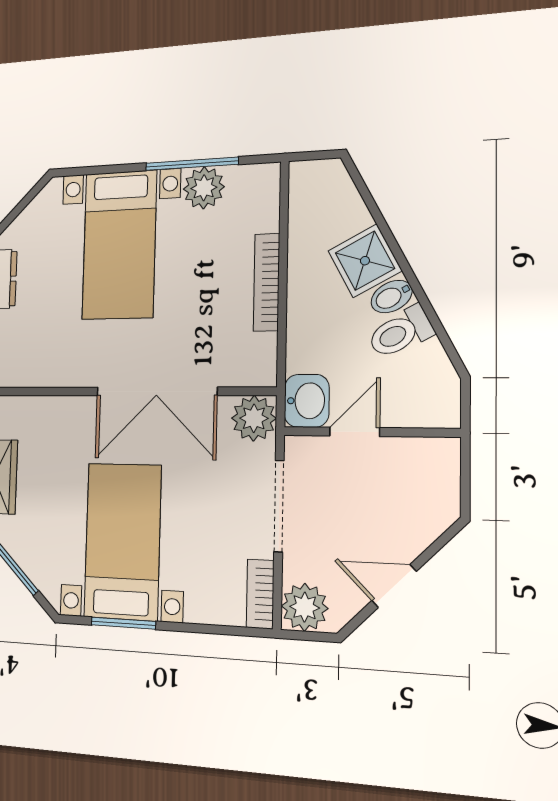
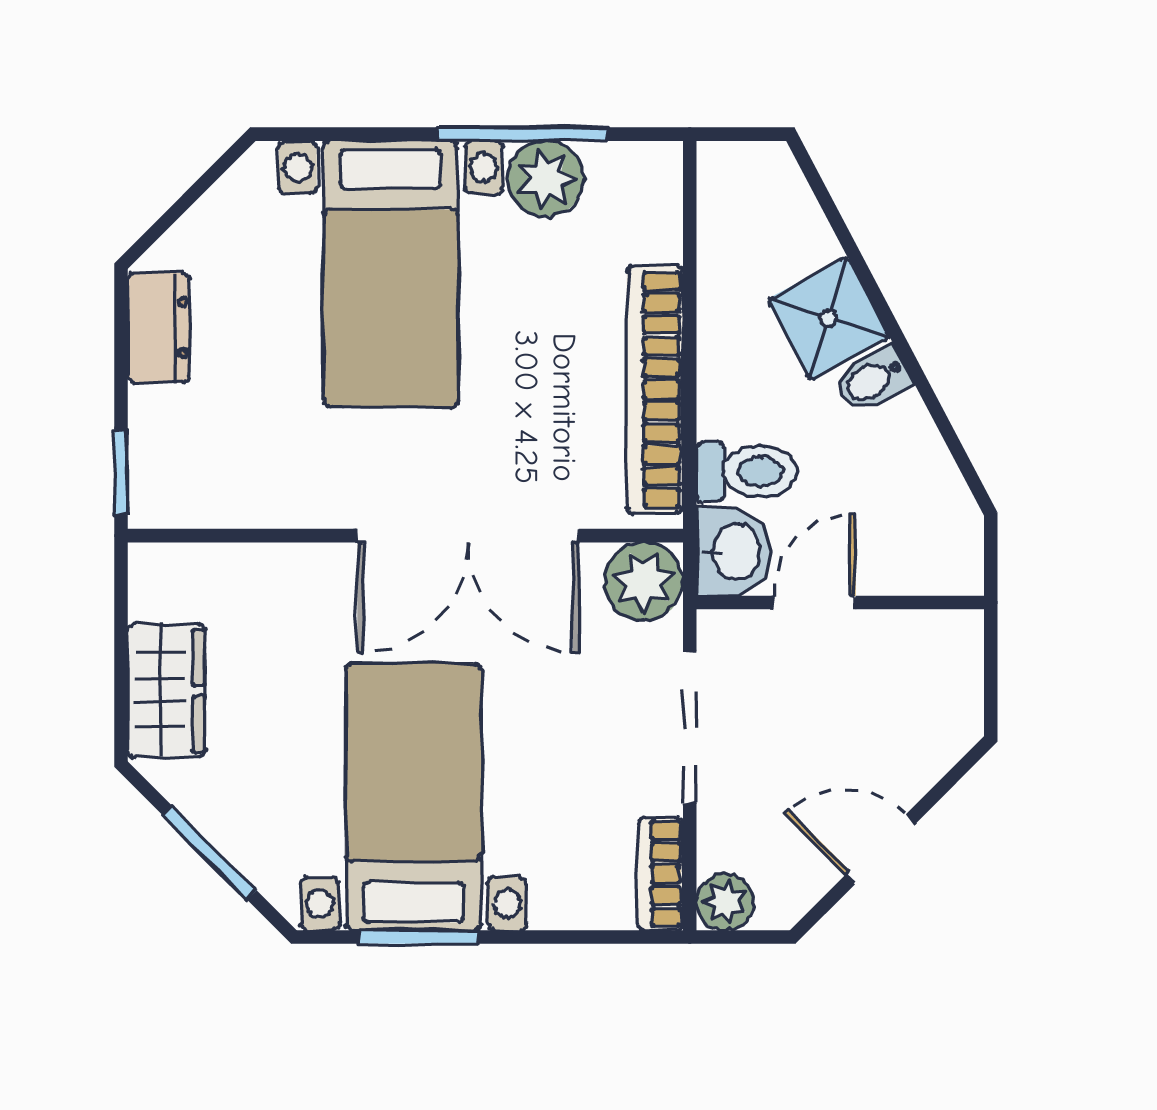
bookcase: (267, 282) -> (655, 390), width x1.48, depth x1.31
toilet: (400, 332) -> (746, 472), moved, turned -152
plant: (305, 607) -> (725, 902), width x0.73, depth x0.73

